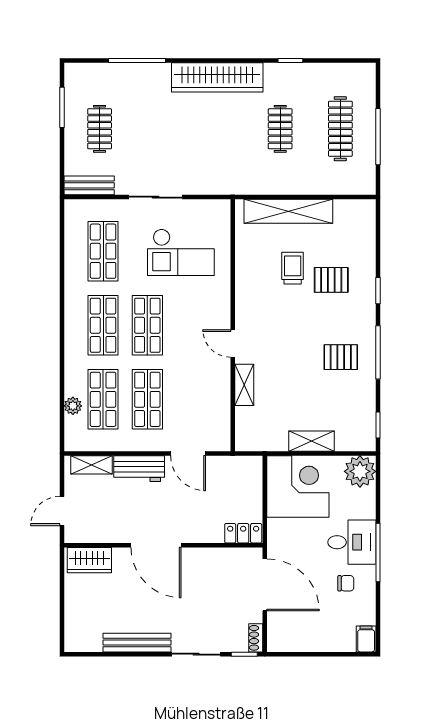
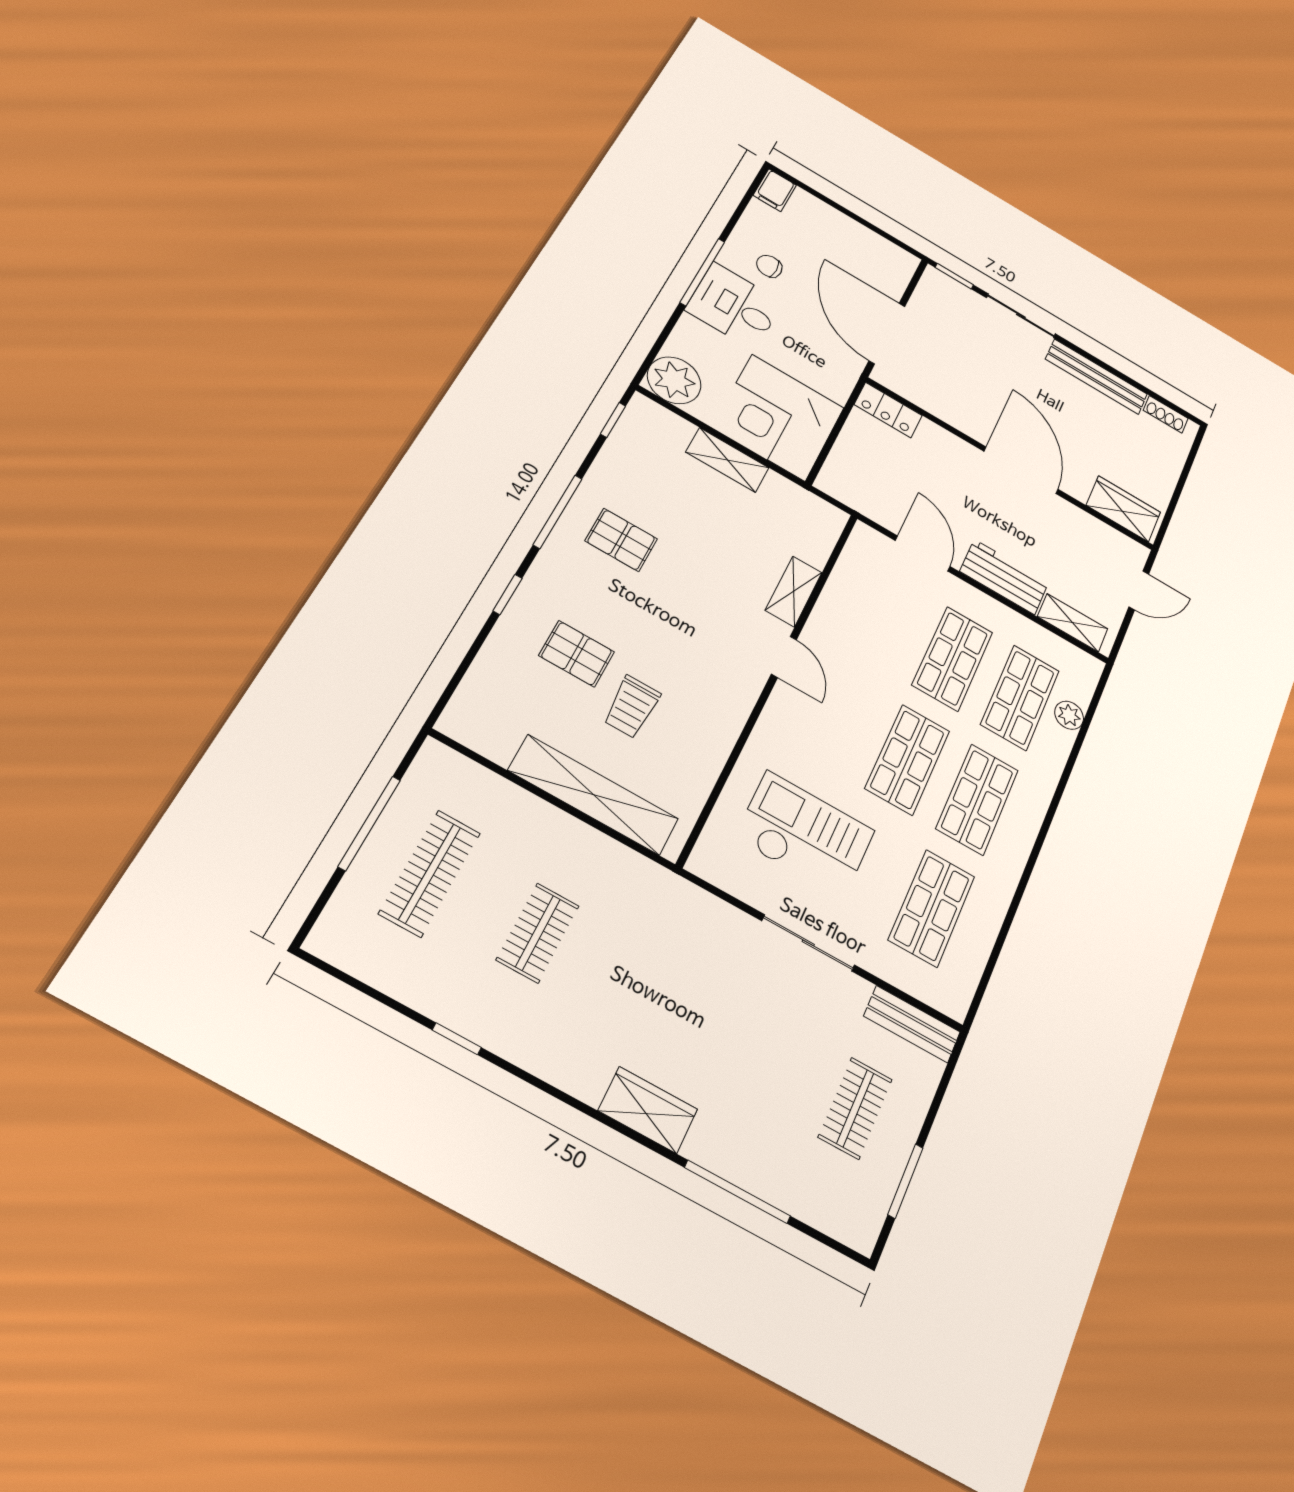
wardrobe: (217, 77) -> (648, 1110), width x0.48, depth x0.85
shoe rack: (256, 638) -> (1166, 414), moved, turned 90

